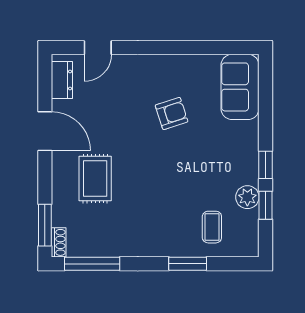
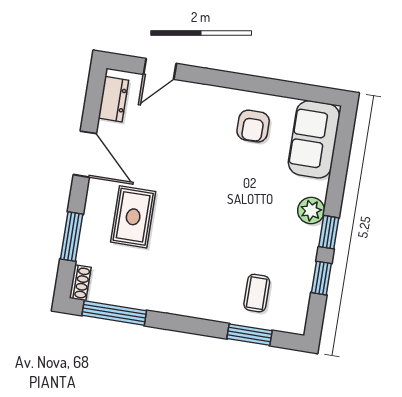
armchair: (172, 113) -> (253, 126), moved, turned 108
plant: (247, 197) -> (311, 211), moved
window: (45, 225) -> (72, 237), moved
window: (188, 264) -> (250, 335), moved

